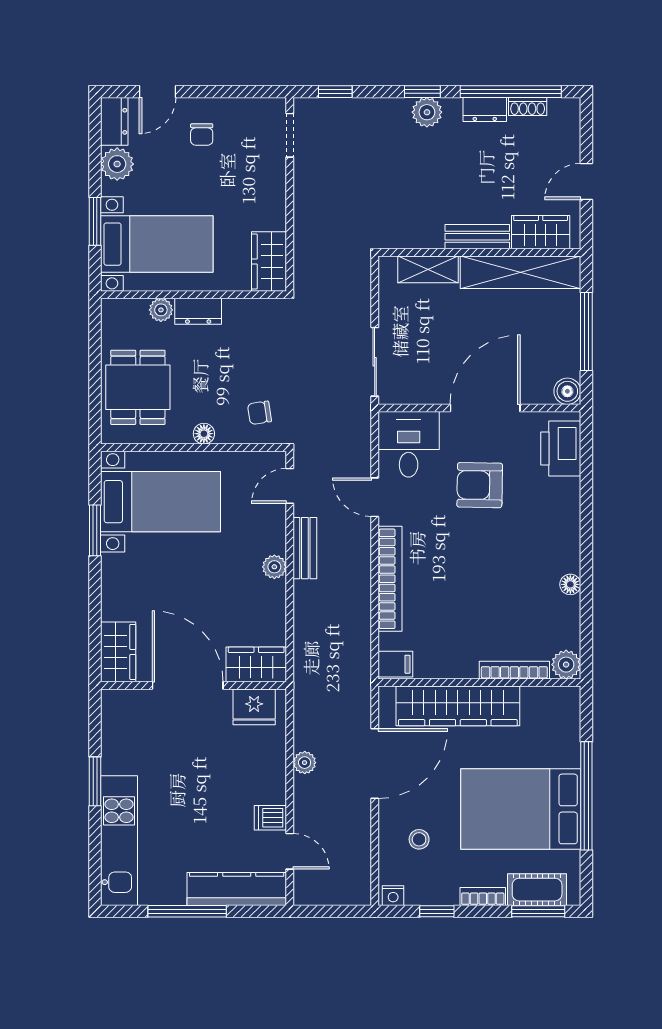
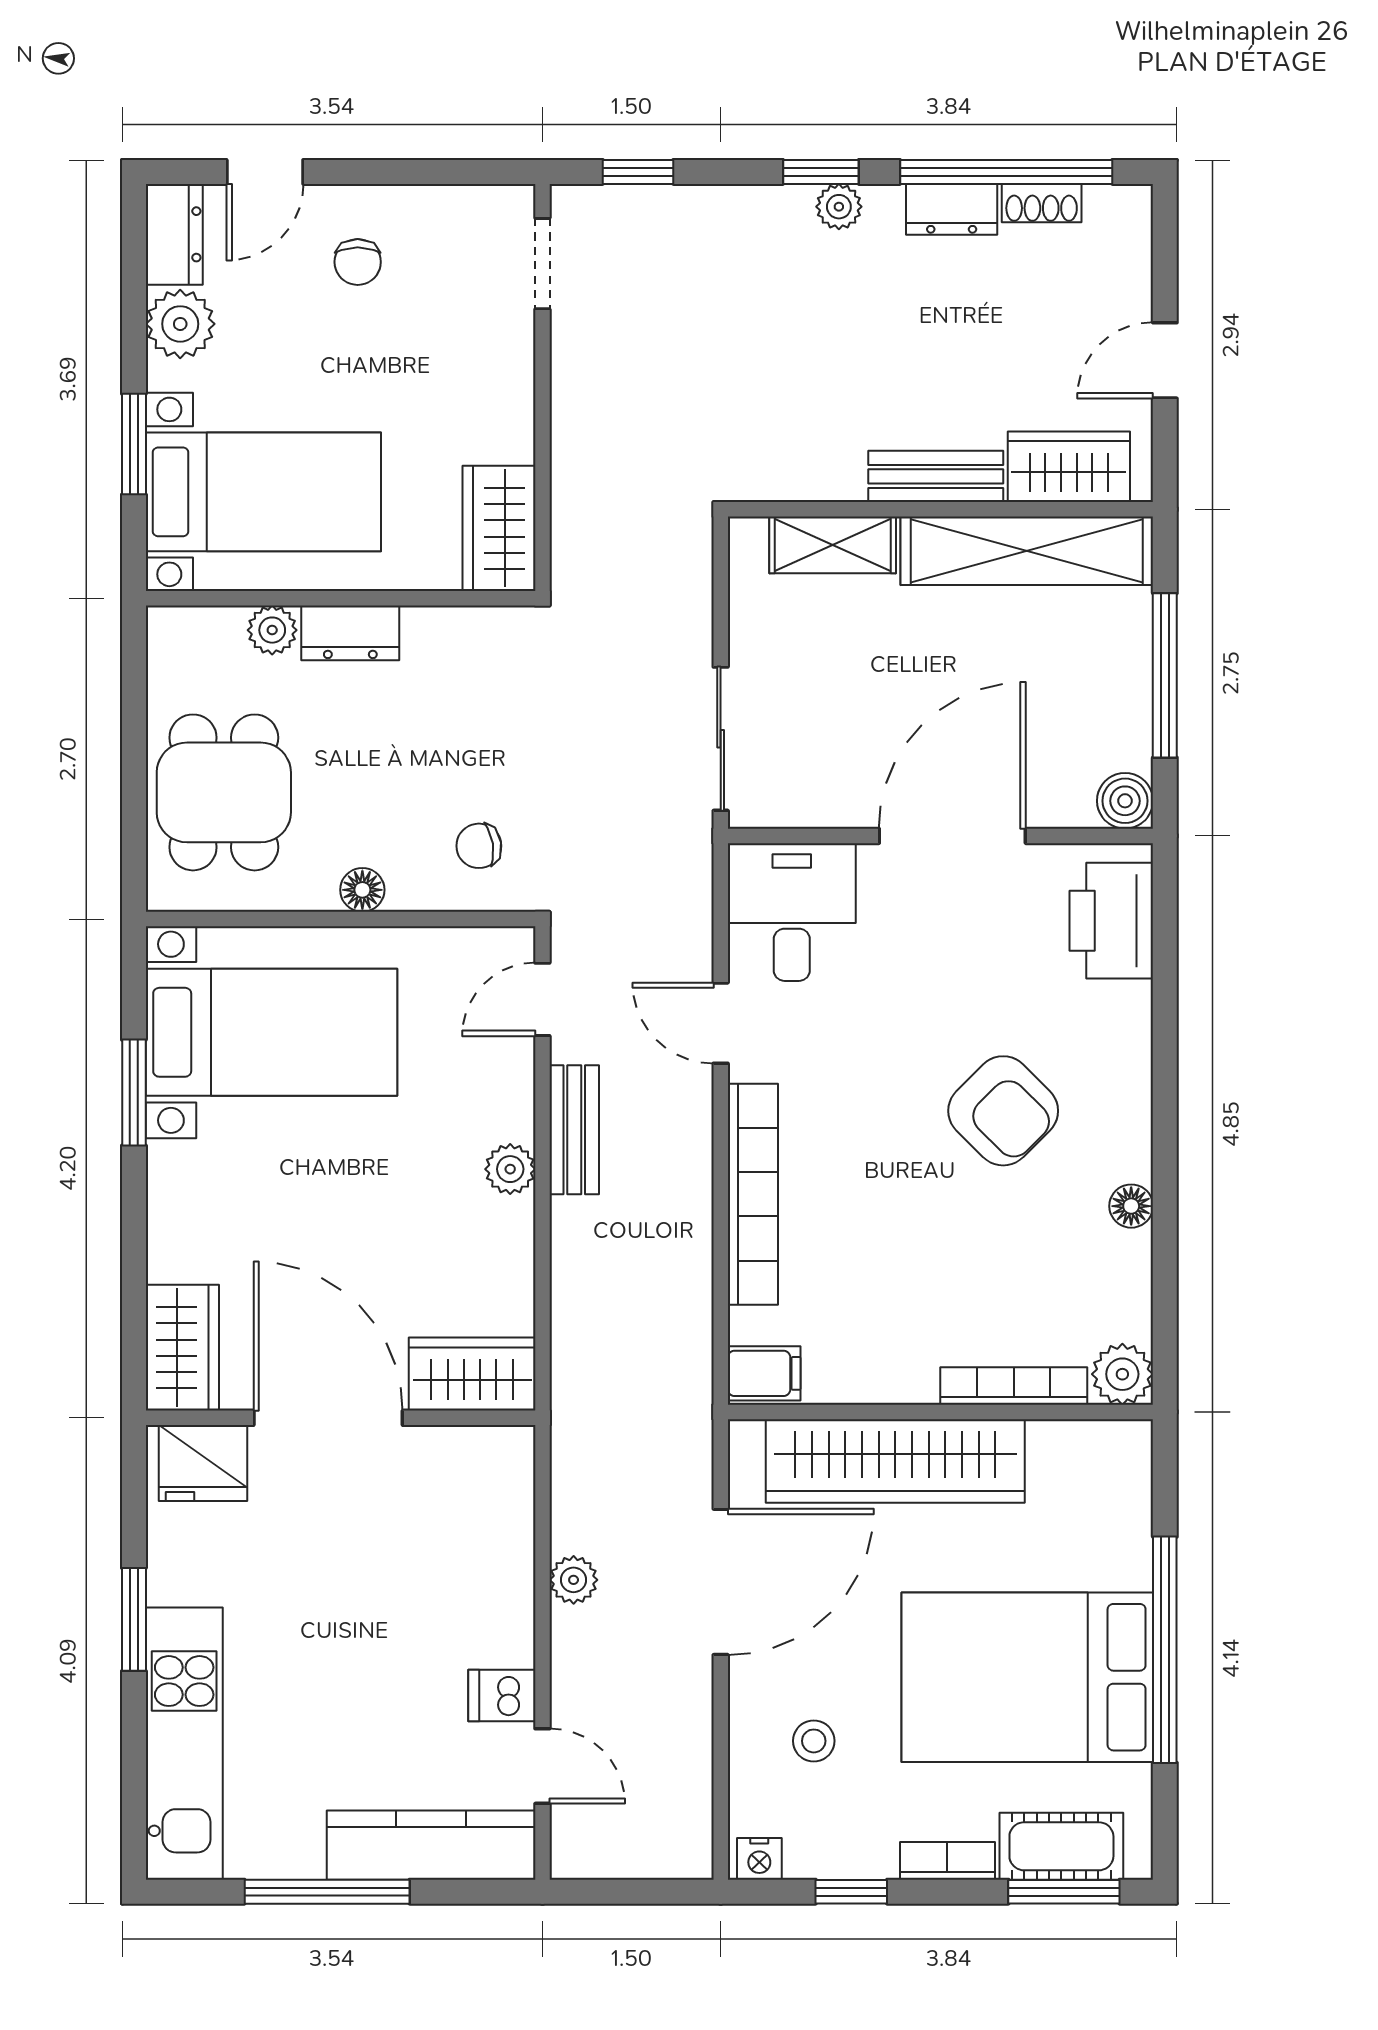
plant: (427, 112) -> (839, 207), width x0.73, depth x0.73
armchair: (480, 485) -> (1003, 1111), moved, turned -136
fridge: (254, 707) -> (203, 1463), moved

